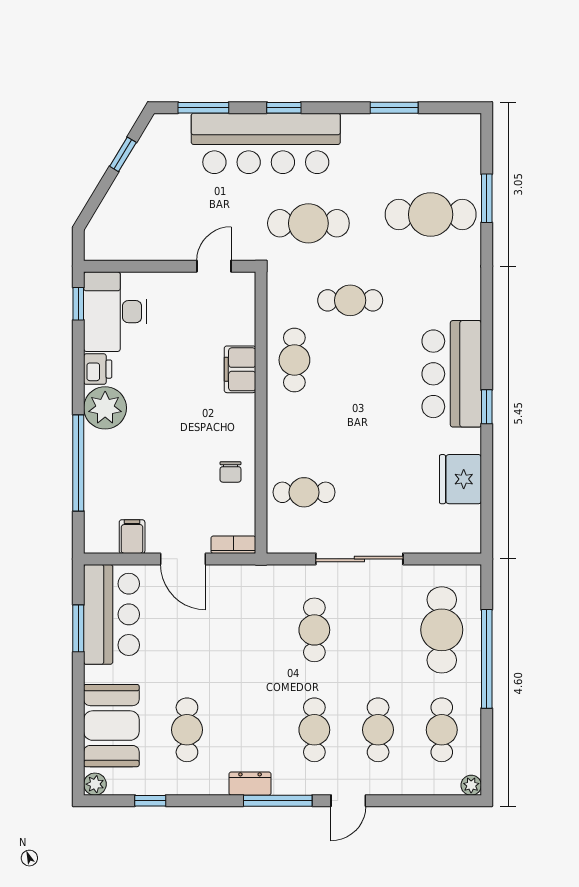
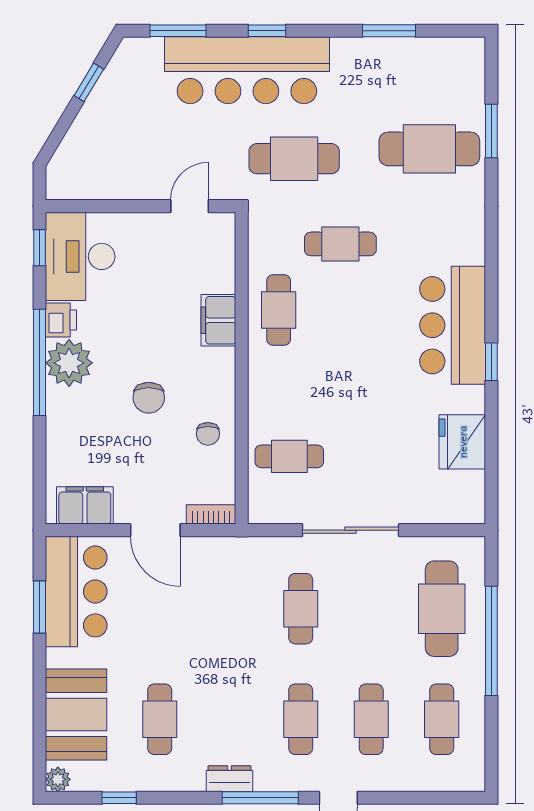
chair: (177, 439) -> (149, 398), added
window: (78, 463) -> (40, 362), moved
filing cabinet: (132, 537) -> (85, 505), width x2.00
plant: (471, 785) -> (474, 781), removed

